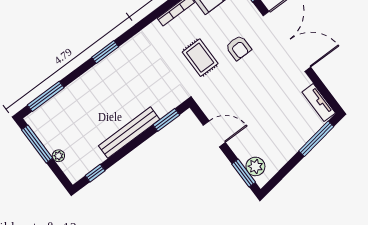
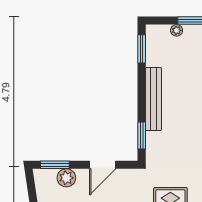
plant: (255, 166) -> (66, 178), moved
window: (95, 173) -> (142, 49), width x1.50

